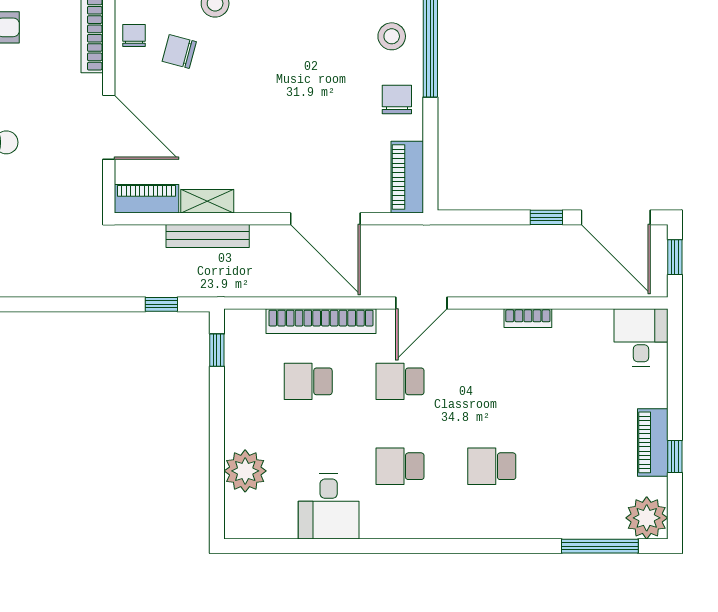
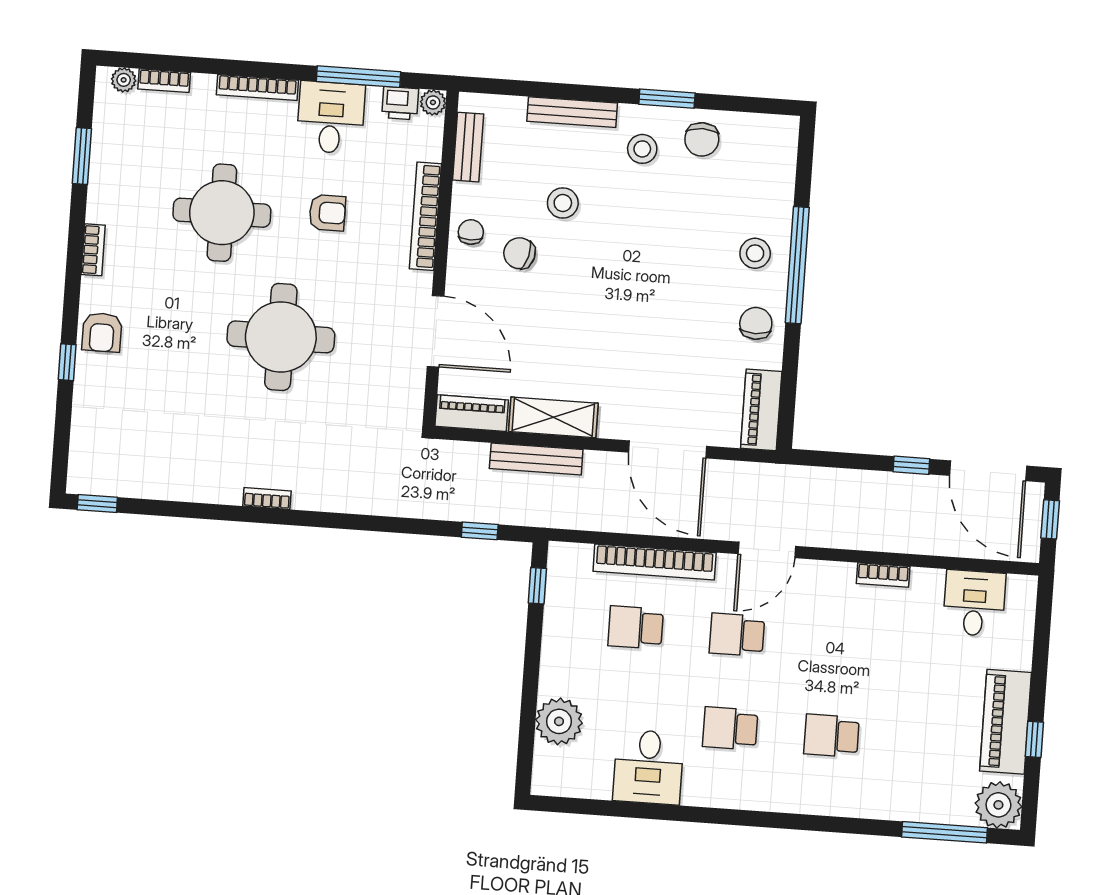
shelving: (207, 201) -> (553, 417), width x1.50, depth x1.33
desk: (641, 338) -> (974, 603), moved
piano: (653, 442) -> (1006, 722), width x1.37, depth x1.33

